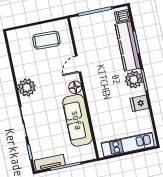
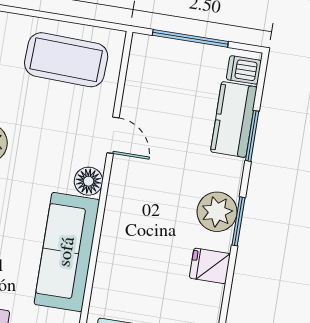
coffee table: (46, 40) -> (66, 60), width x1.36, depth x1.32
kitchen counter: (128, 46) -> (234, 119), width x0.67
door: (78, 64) -> (113, 135), swing flipped

